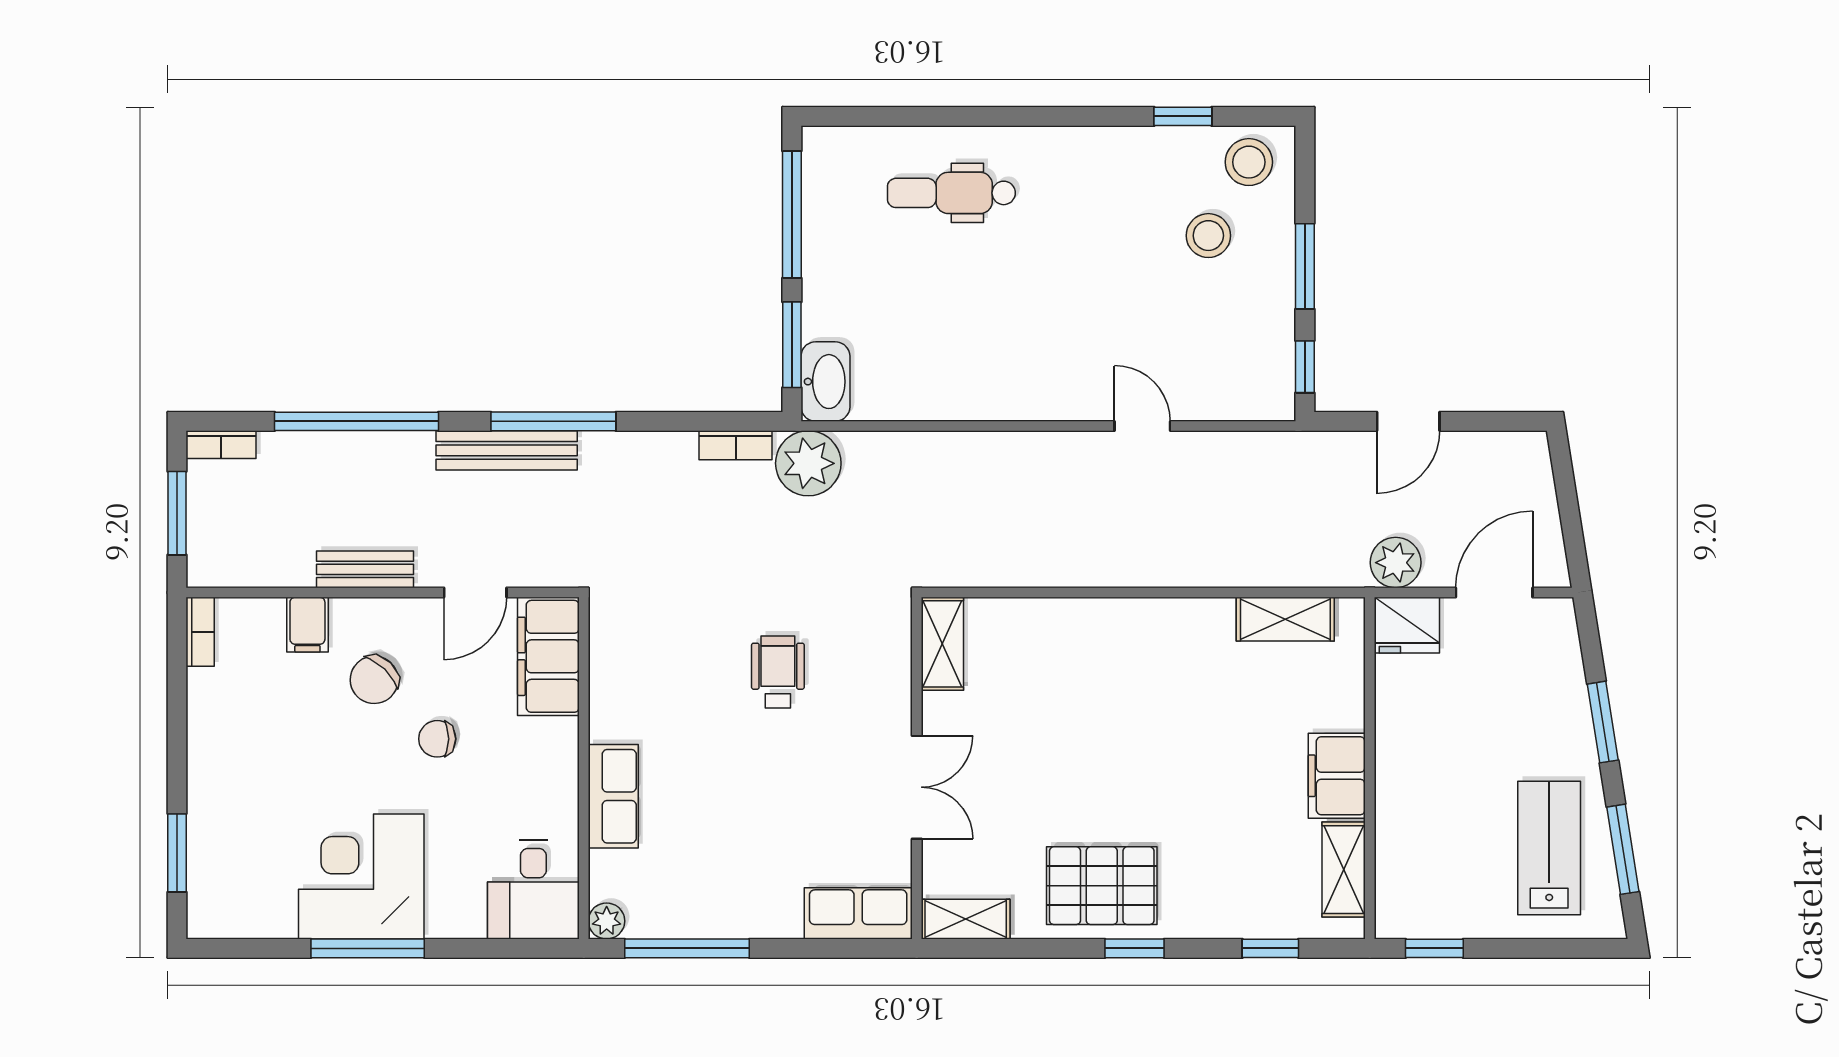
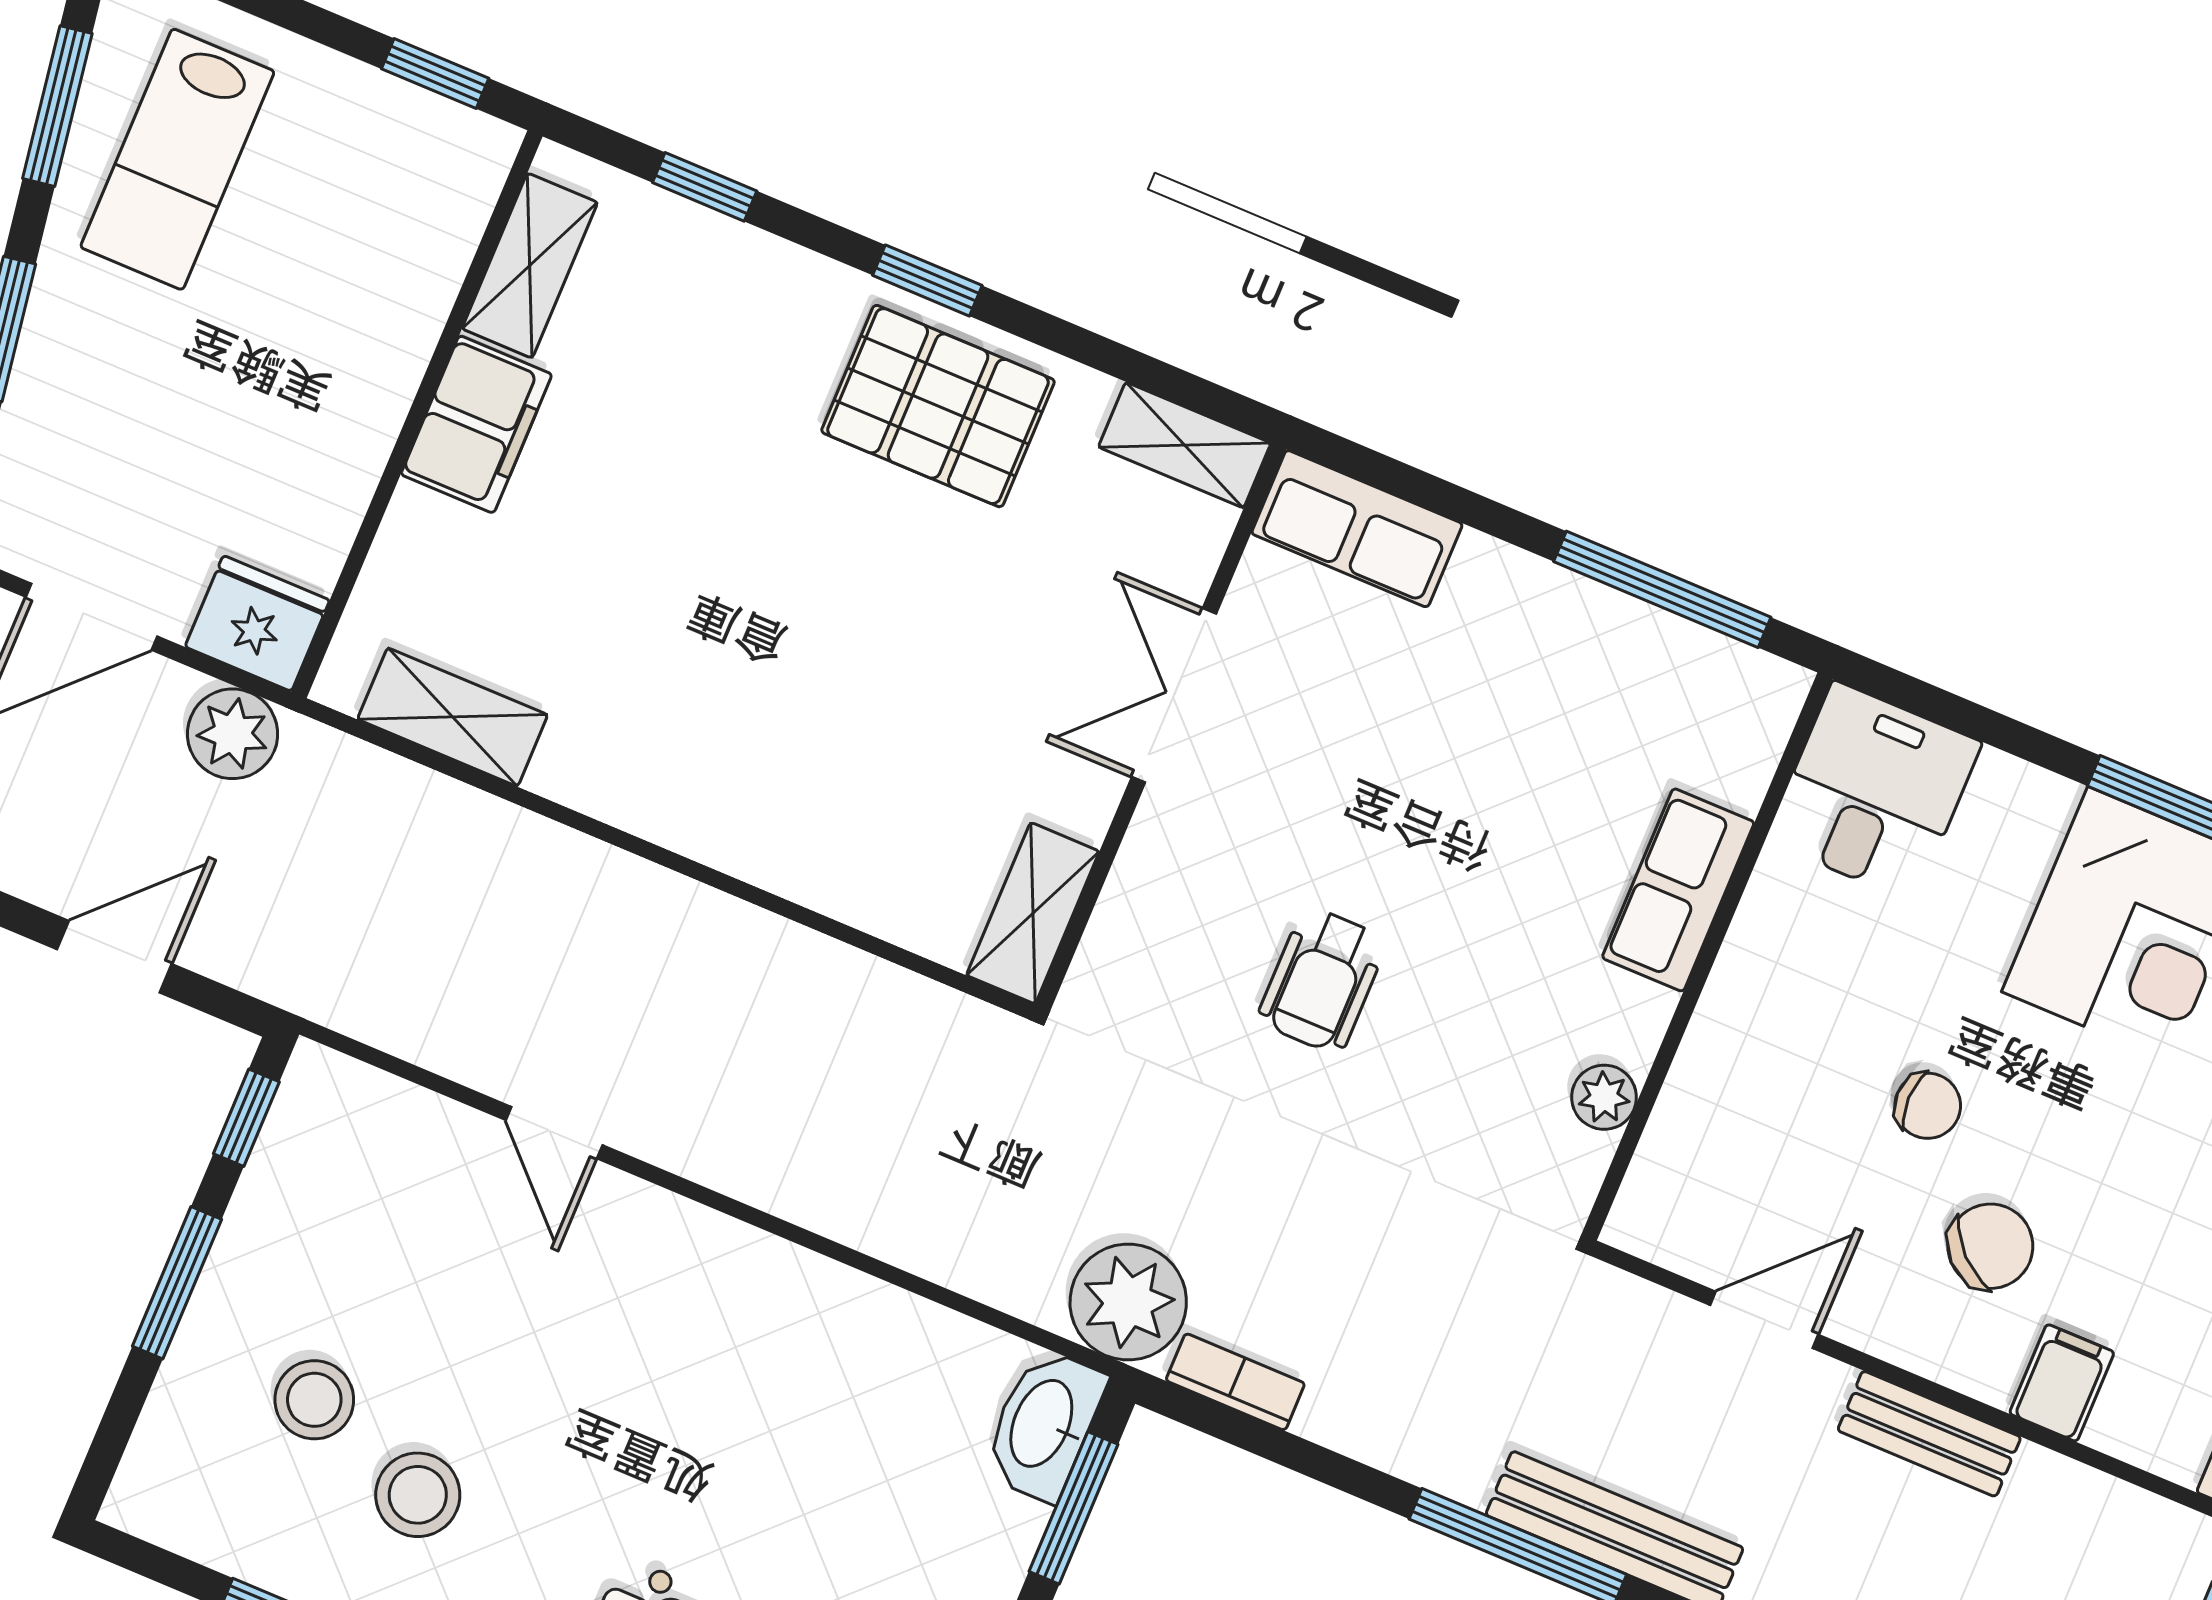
stool: (1249, 162) -> (418, 1495), moved
filing cabinet: (548, 656) -> (1688, 1164), removed
plant: (607, 921) -> (1604, 1097), moved

